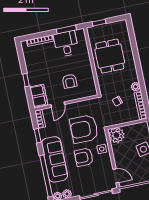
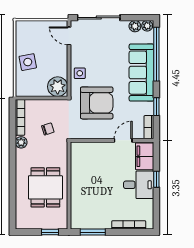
desk: (66, 44) -> (139, 185), moved, turned -90
armchair: (70, 81) -> (102, 166), removed
armchair: (84, 157) -> (104, 68), removed

